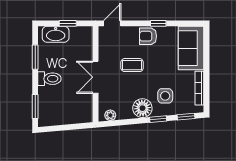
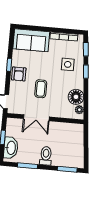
double door: (96, 77) -> (36, 118), moved
floor lamp: (142, 108) -> (76, 97), moved

